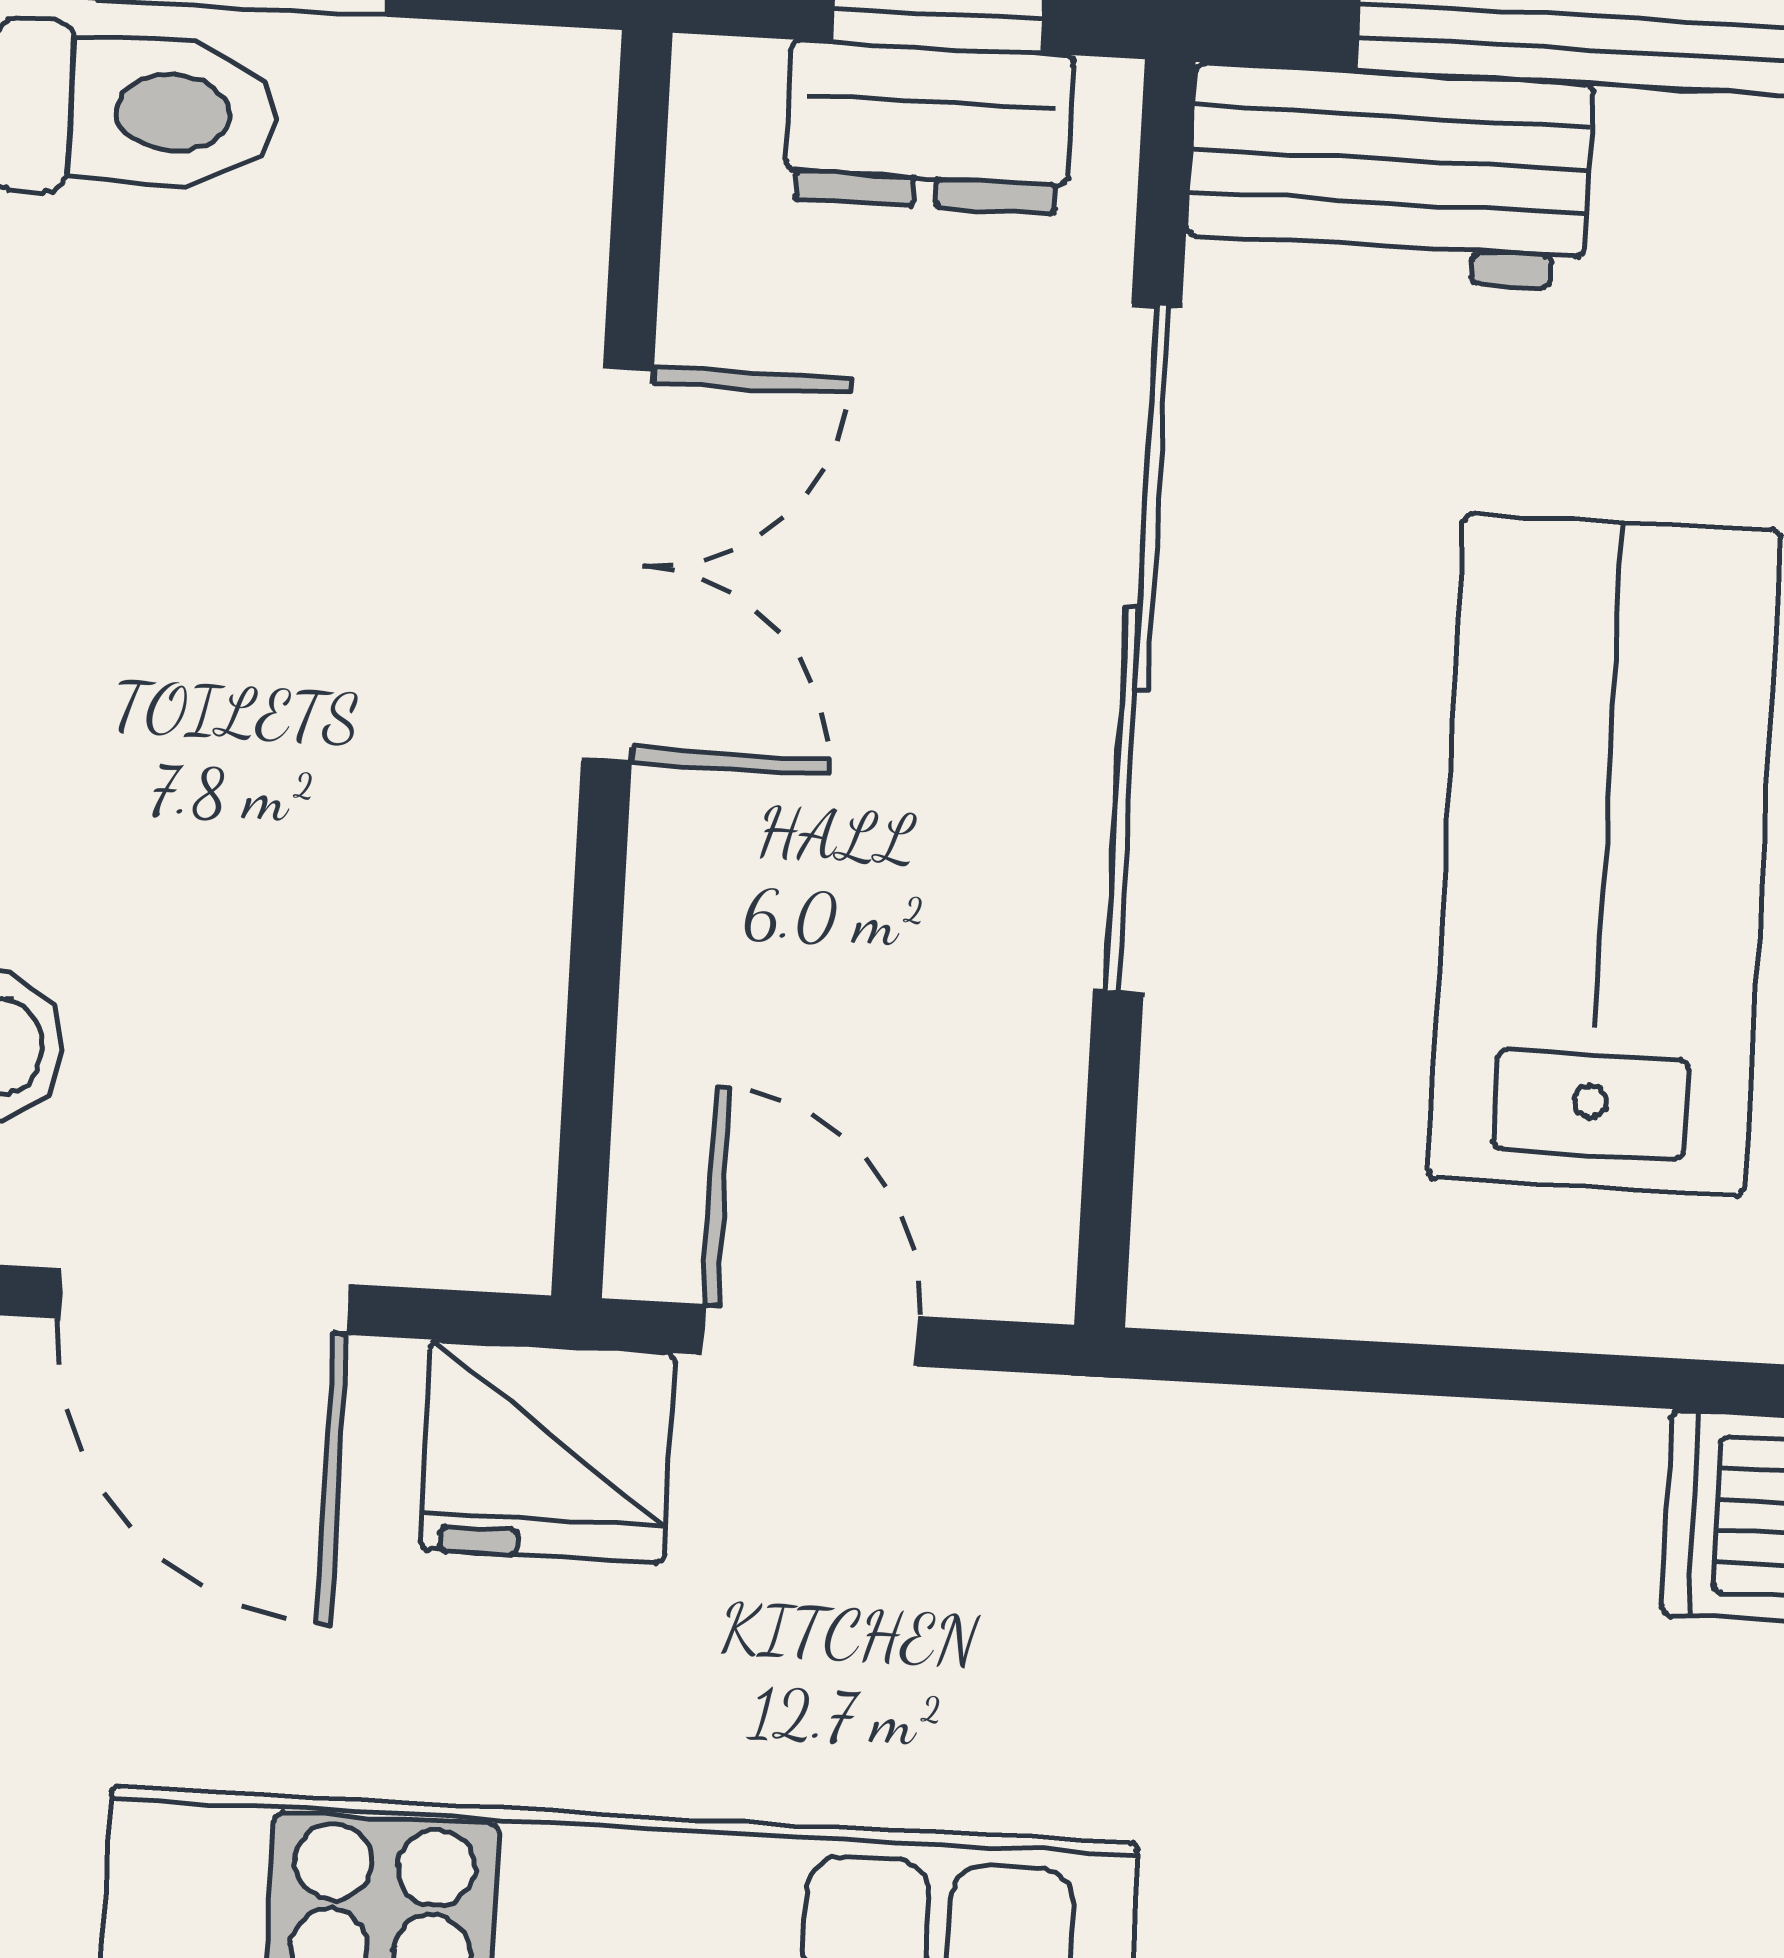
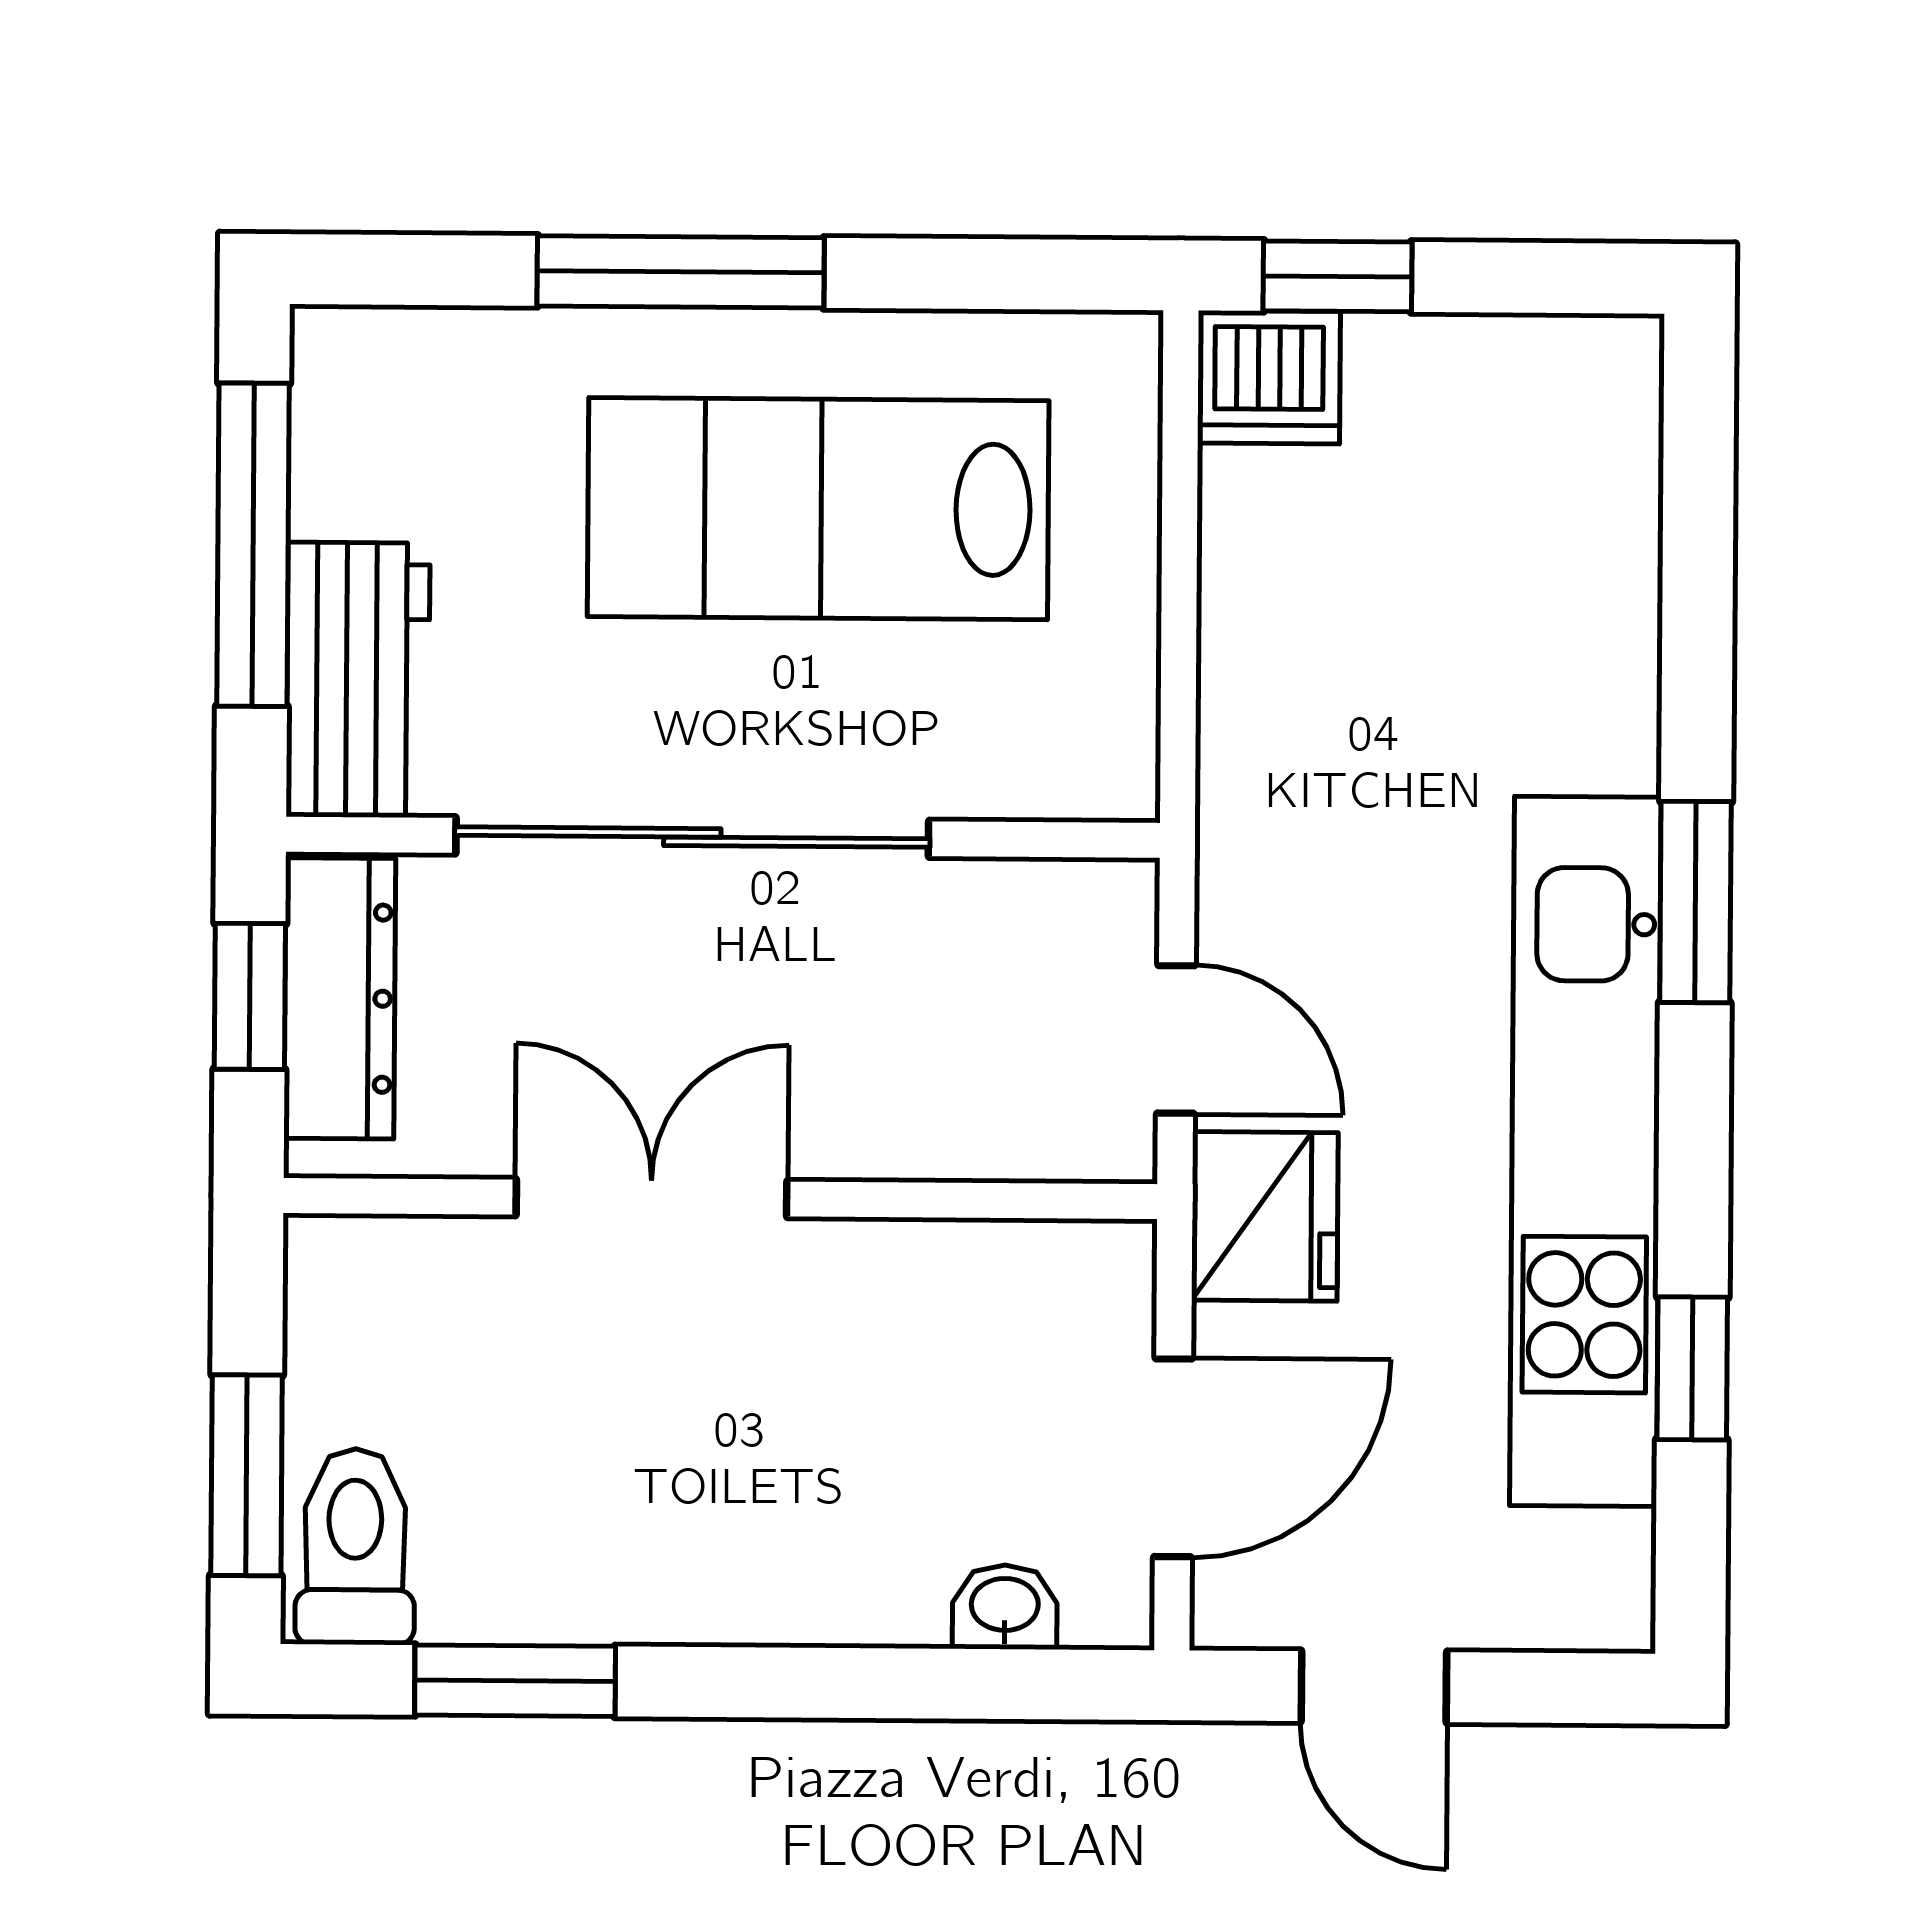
dresser: (929, 127) -> (340, 998), width x1.44
door: (810, 1335) -> (1176, 1039), swing flipped

